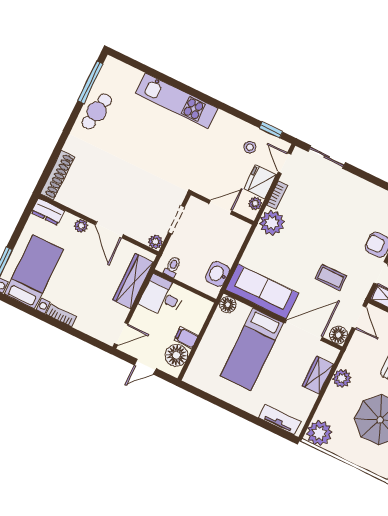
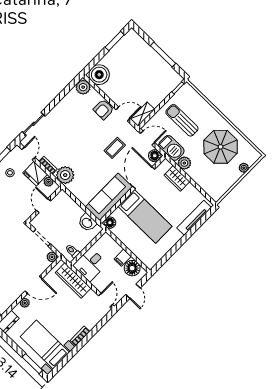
door: (284, 163) -> (28, 153), swing flipped
barbecue: (356, 354) -> (171, 148), added
tv unit: (280, 420) -> (194, 218), width x1.41
plant: (319, 433) -> (244, 168), moved, width x0.53, depth x0.53

